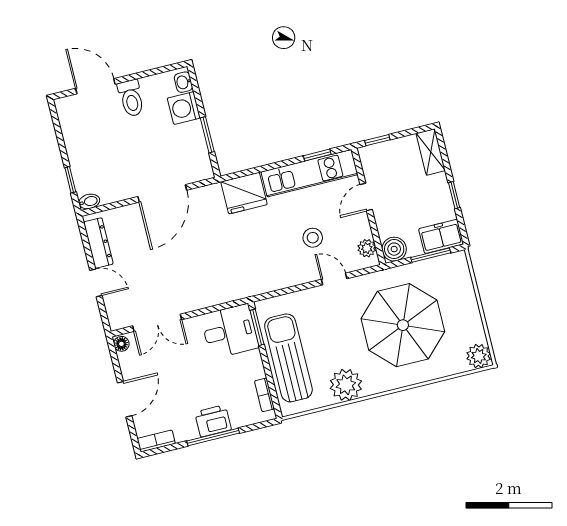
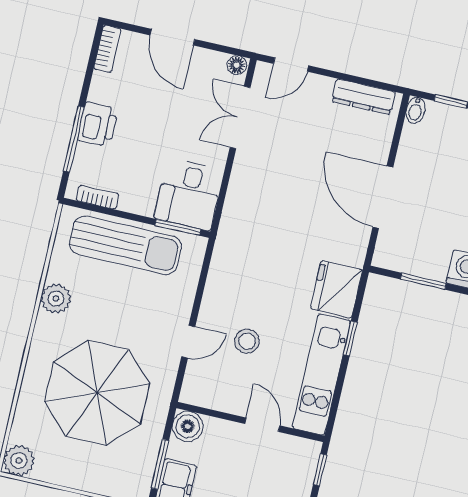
window: (317, 155) -> (350, 338), moved
plant: (367, 248) -> (204, 396), removed
door: (96, 283) -> (291, 65), moved
plant: (346, 385) -> (56, 299), width x0.73, depth x0.73
window: (213, 437) -> (74, 139), moved

